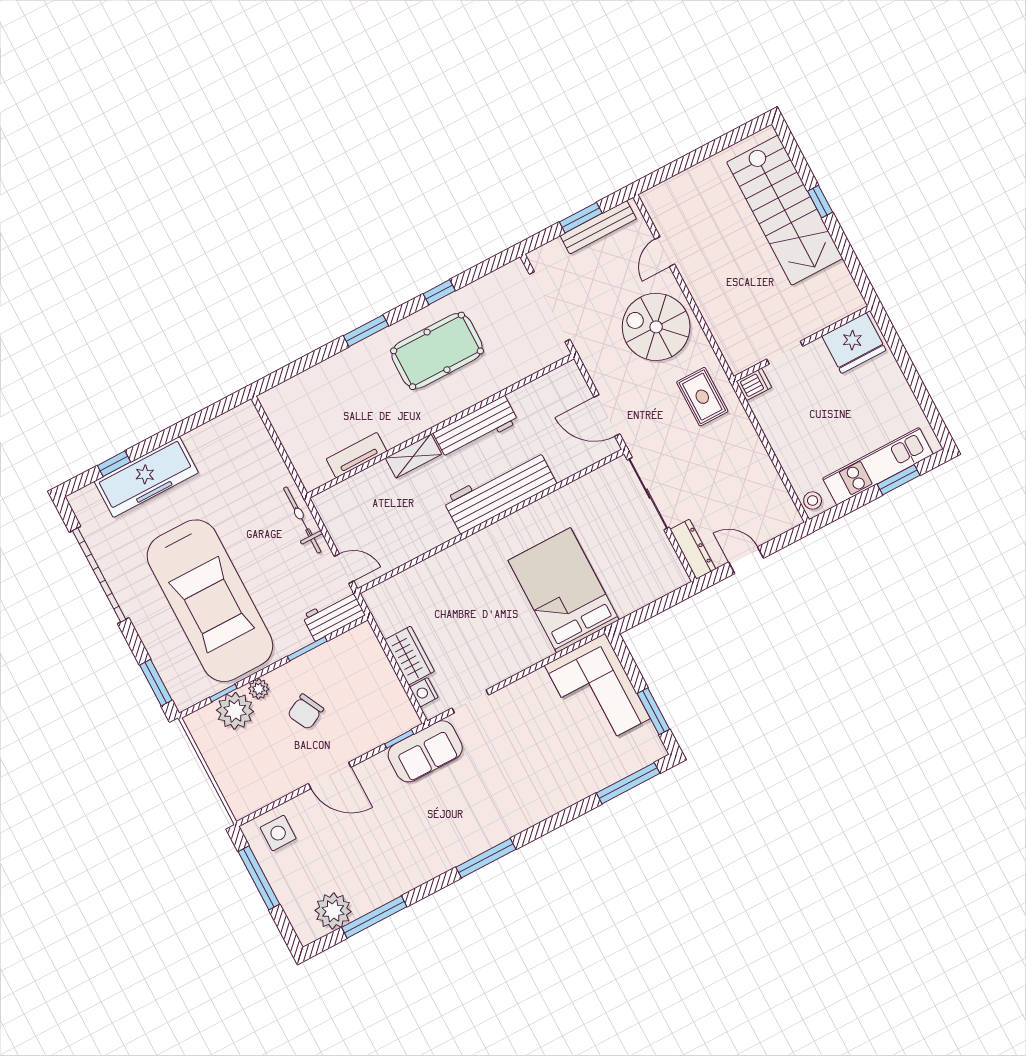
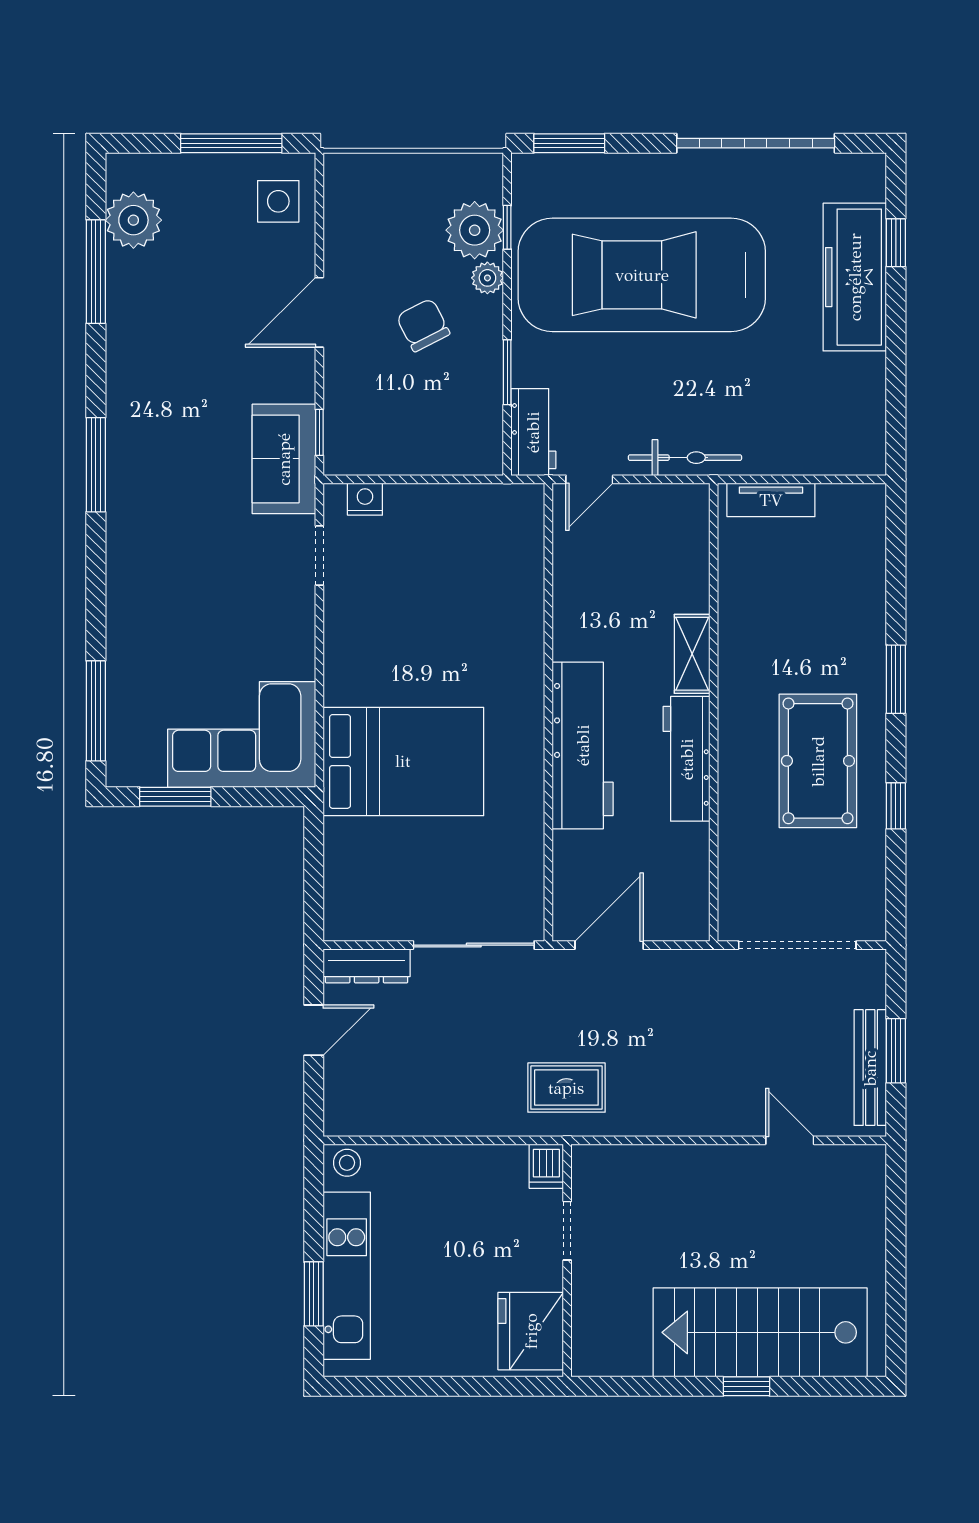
spiral stairs: (656, 327) -> (694, 1075), removed
tv unit: (357, 455) -> (771, 500), moved, turned 90
wardrobe: (409, 656) -> (425, 506), removed

